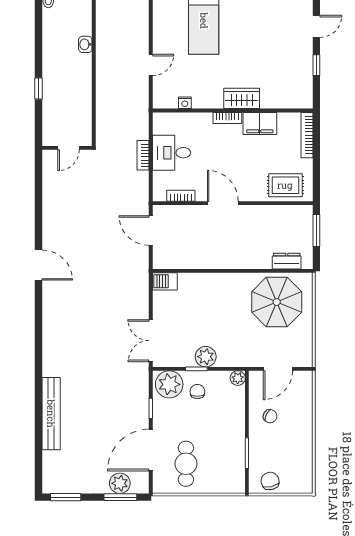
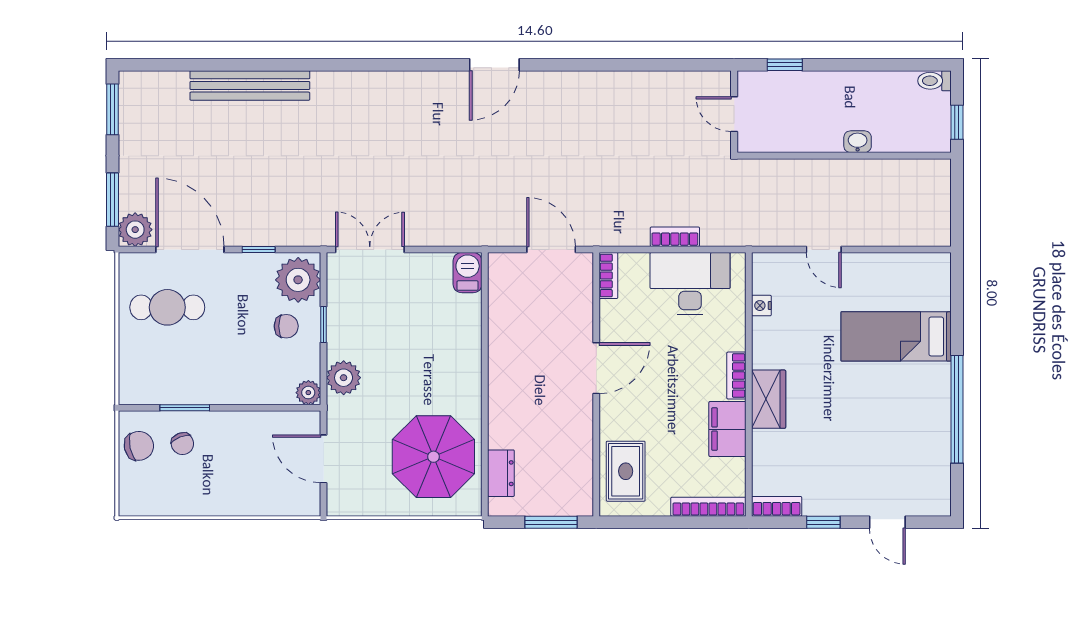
bookcase: (307, 94) -> (777, 506), added
wall: (67, 148) -> (734, 112), moved
door: (69, 148) -> (734, 114), moved
desk: (172, 153) -> (690, 284), width x1.37
bookcase: (181, 196) -> (608, 275), moved
door: (151, 231) -> (551, 249), hinge flipped
plant: (206, 357) -> (344, 378), moved
chair: (270, 416) -> (182, 444), moved, turned -50
plant: (120, 483) -> (135, 230), moved

